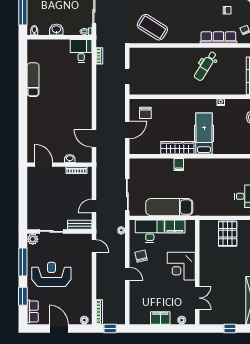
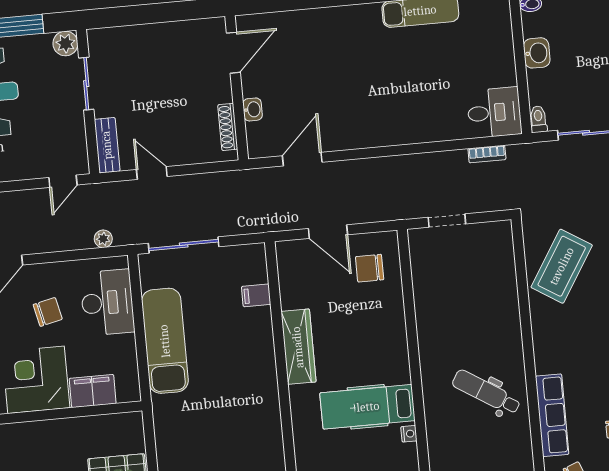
hospital bed: (204, 133) -> (368, 407), moved, turned 180
filing cabinet: (179, 165) -> (256, 295), moved
filing cabinet: (175, 227) -> (93, 391), moved, turned 90
chair: (141, 256) -> (48, 312), moved

